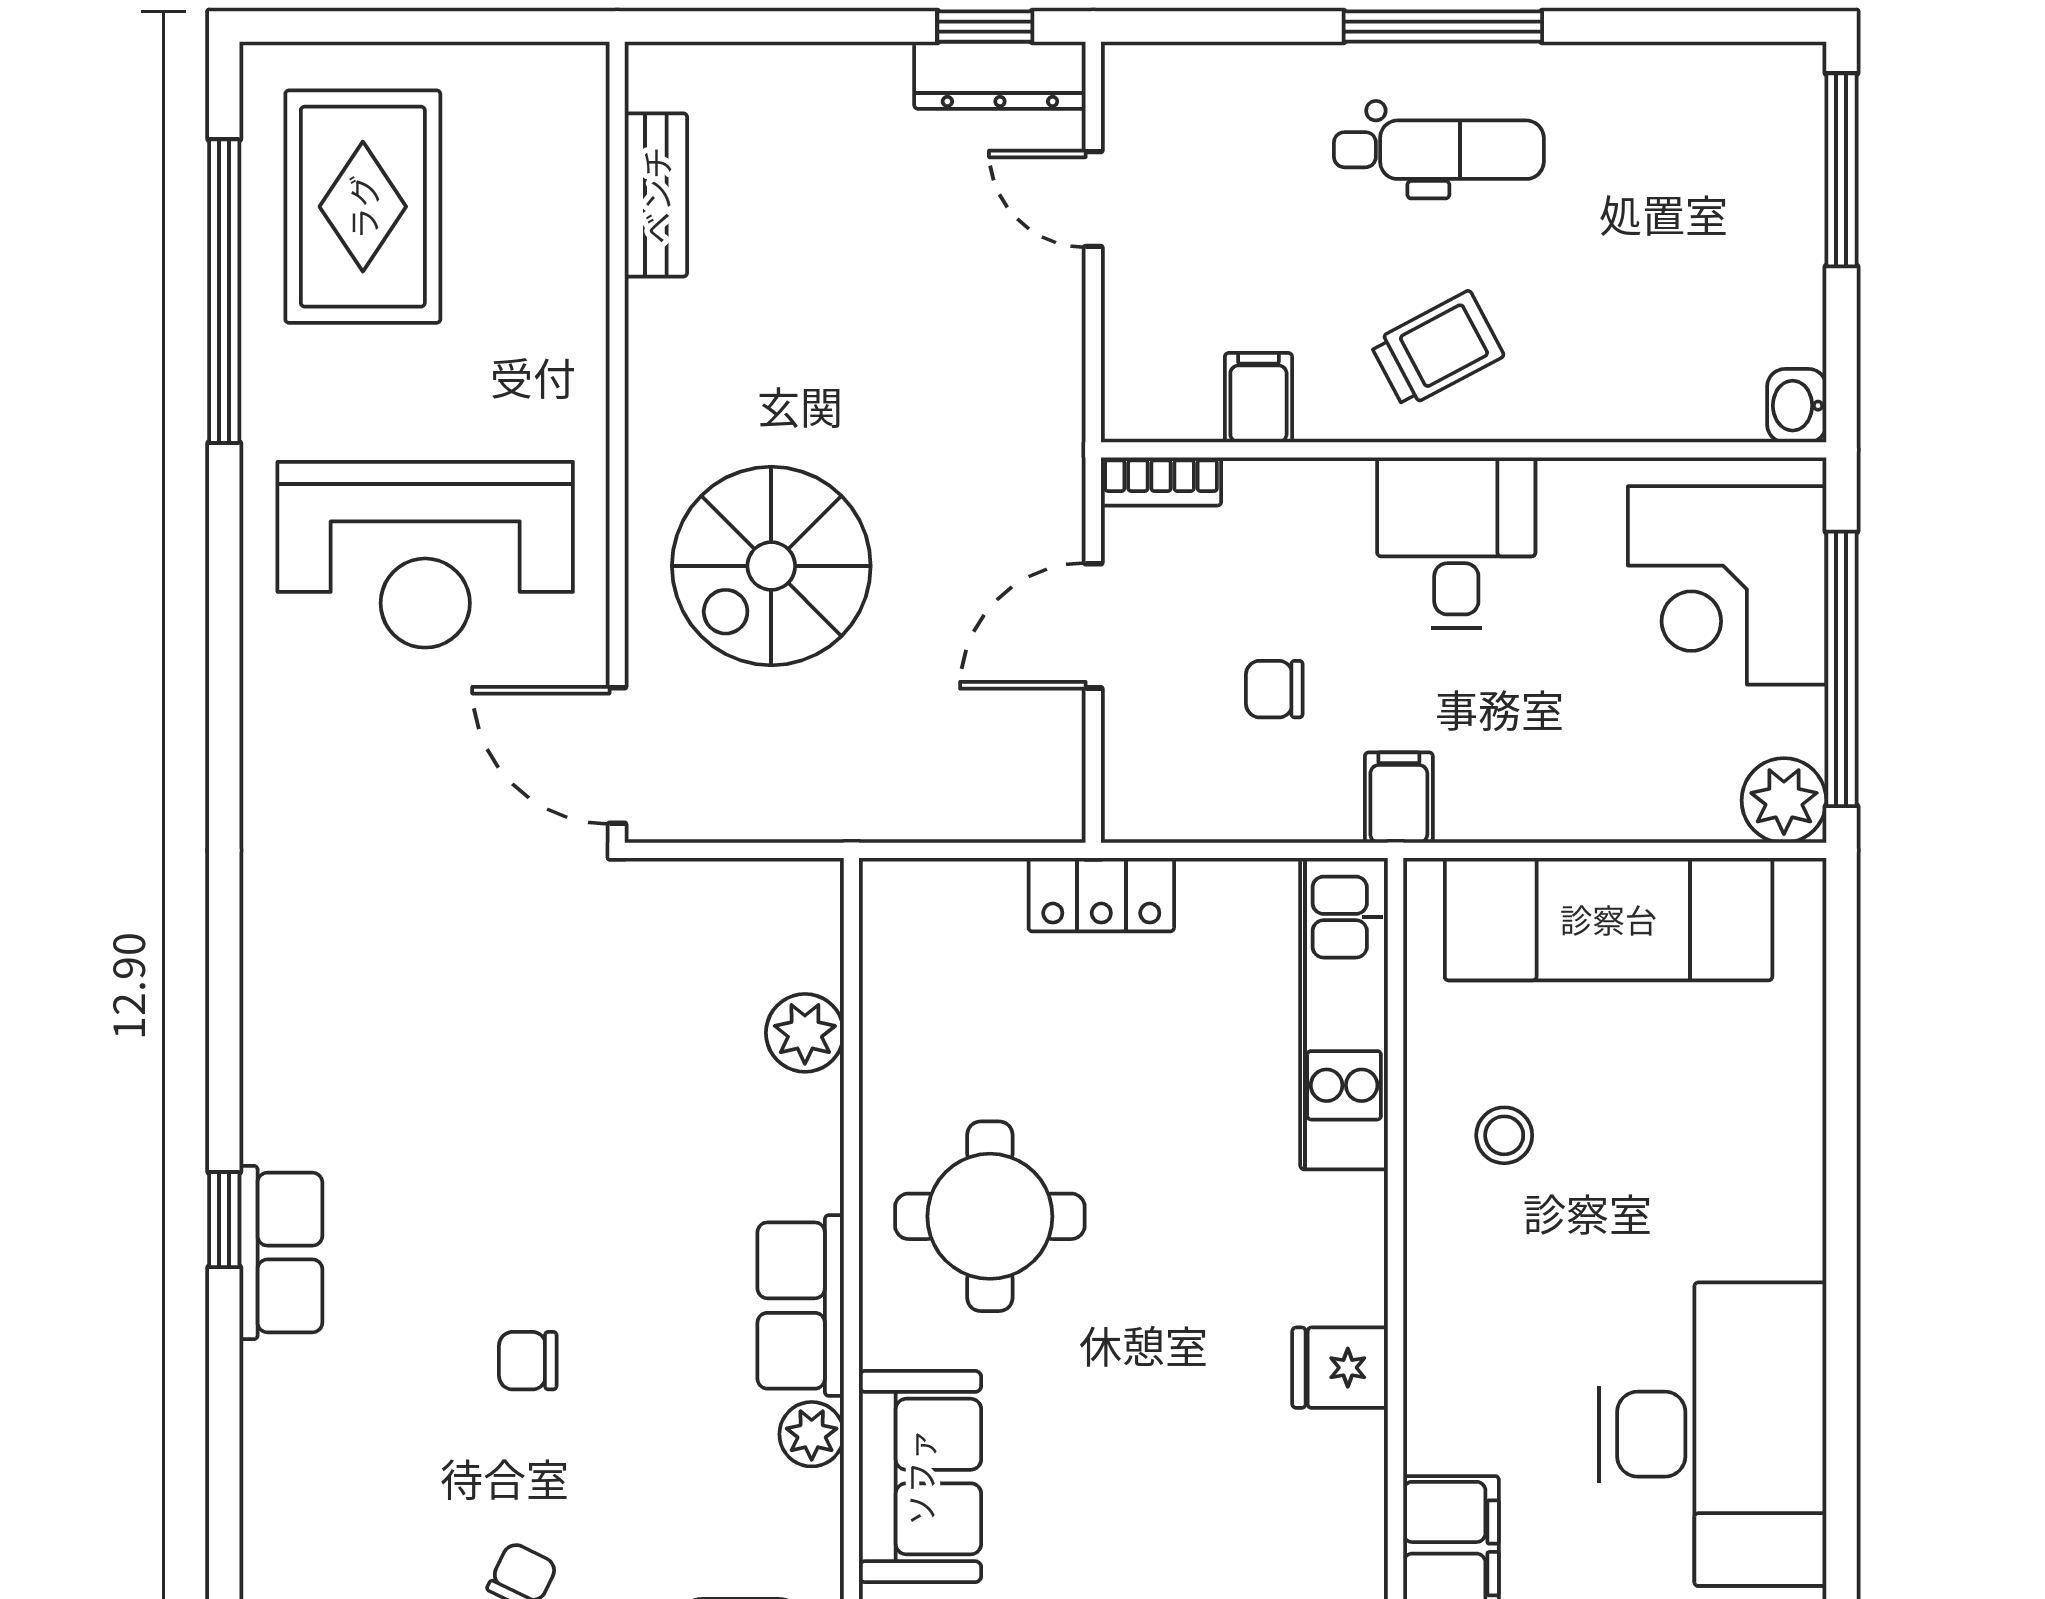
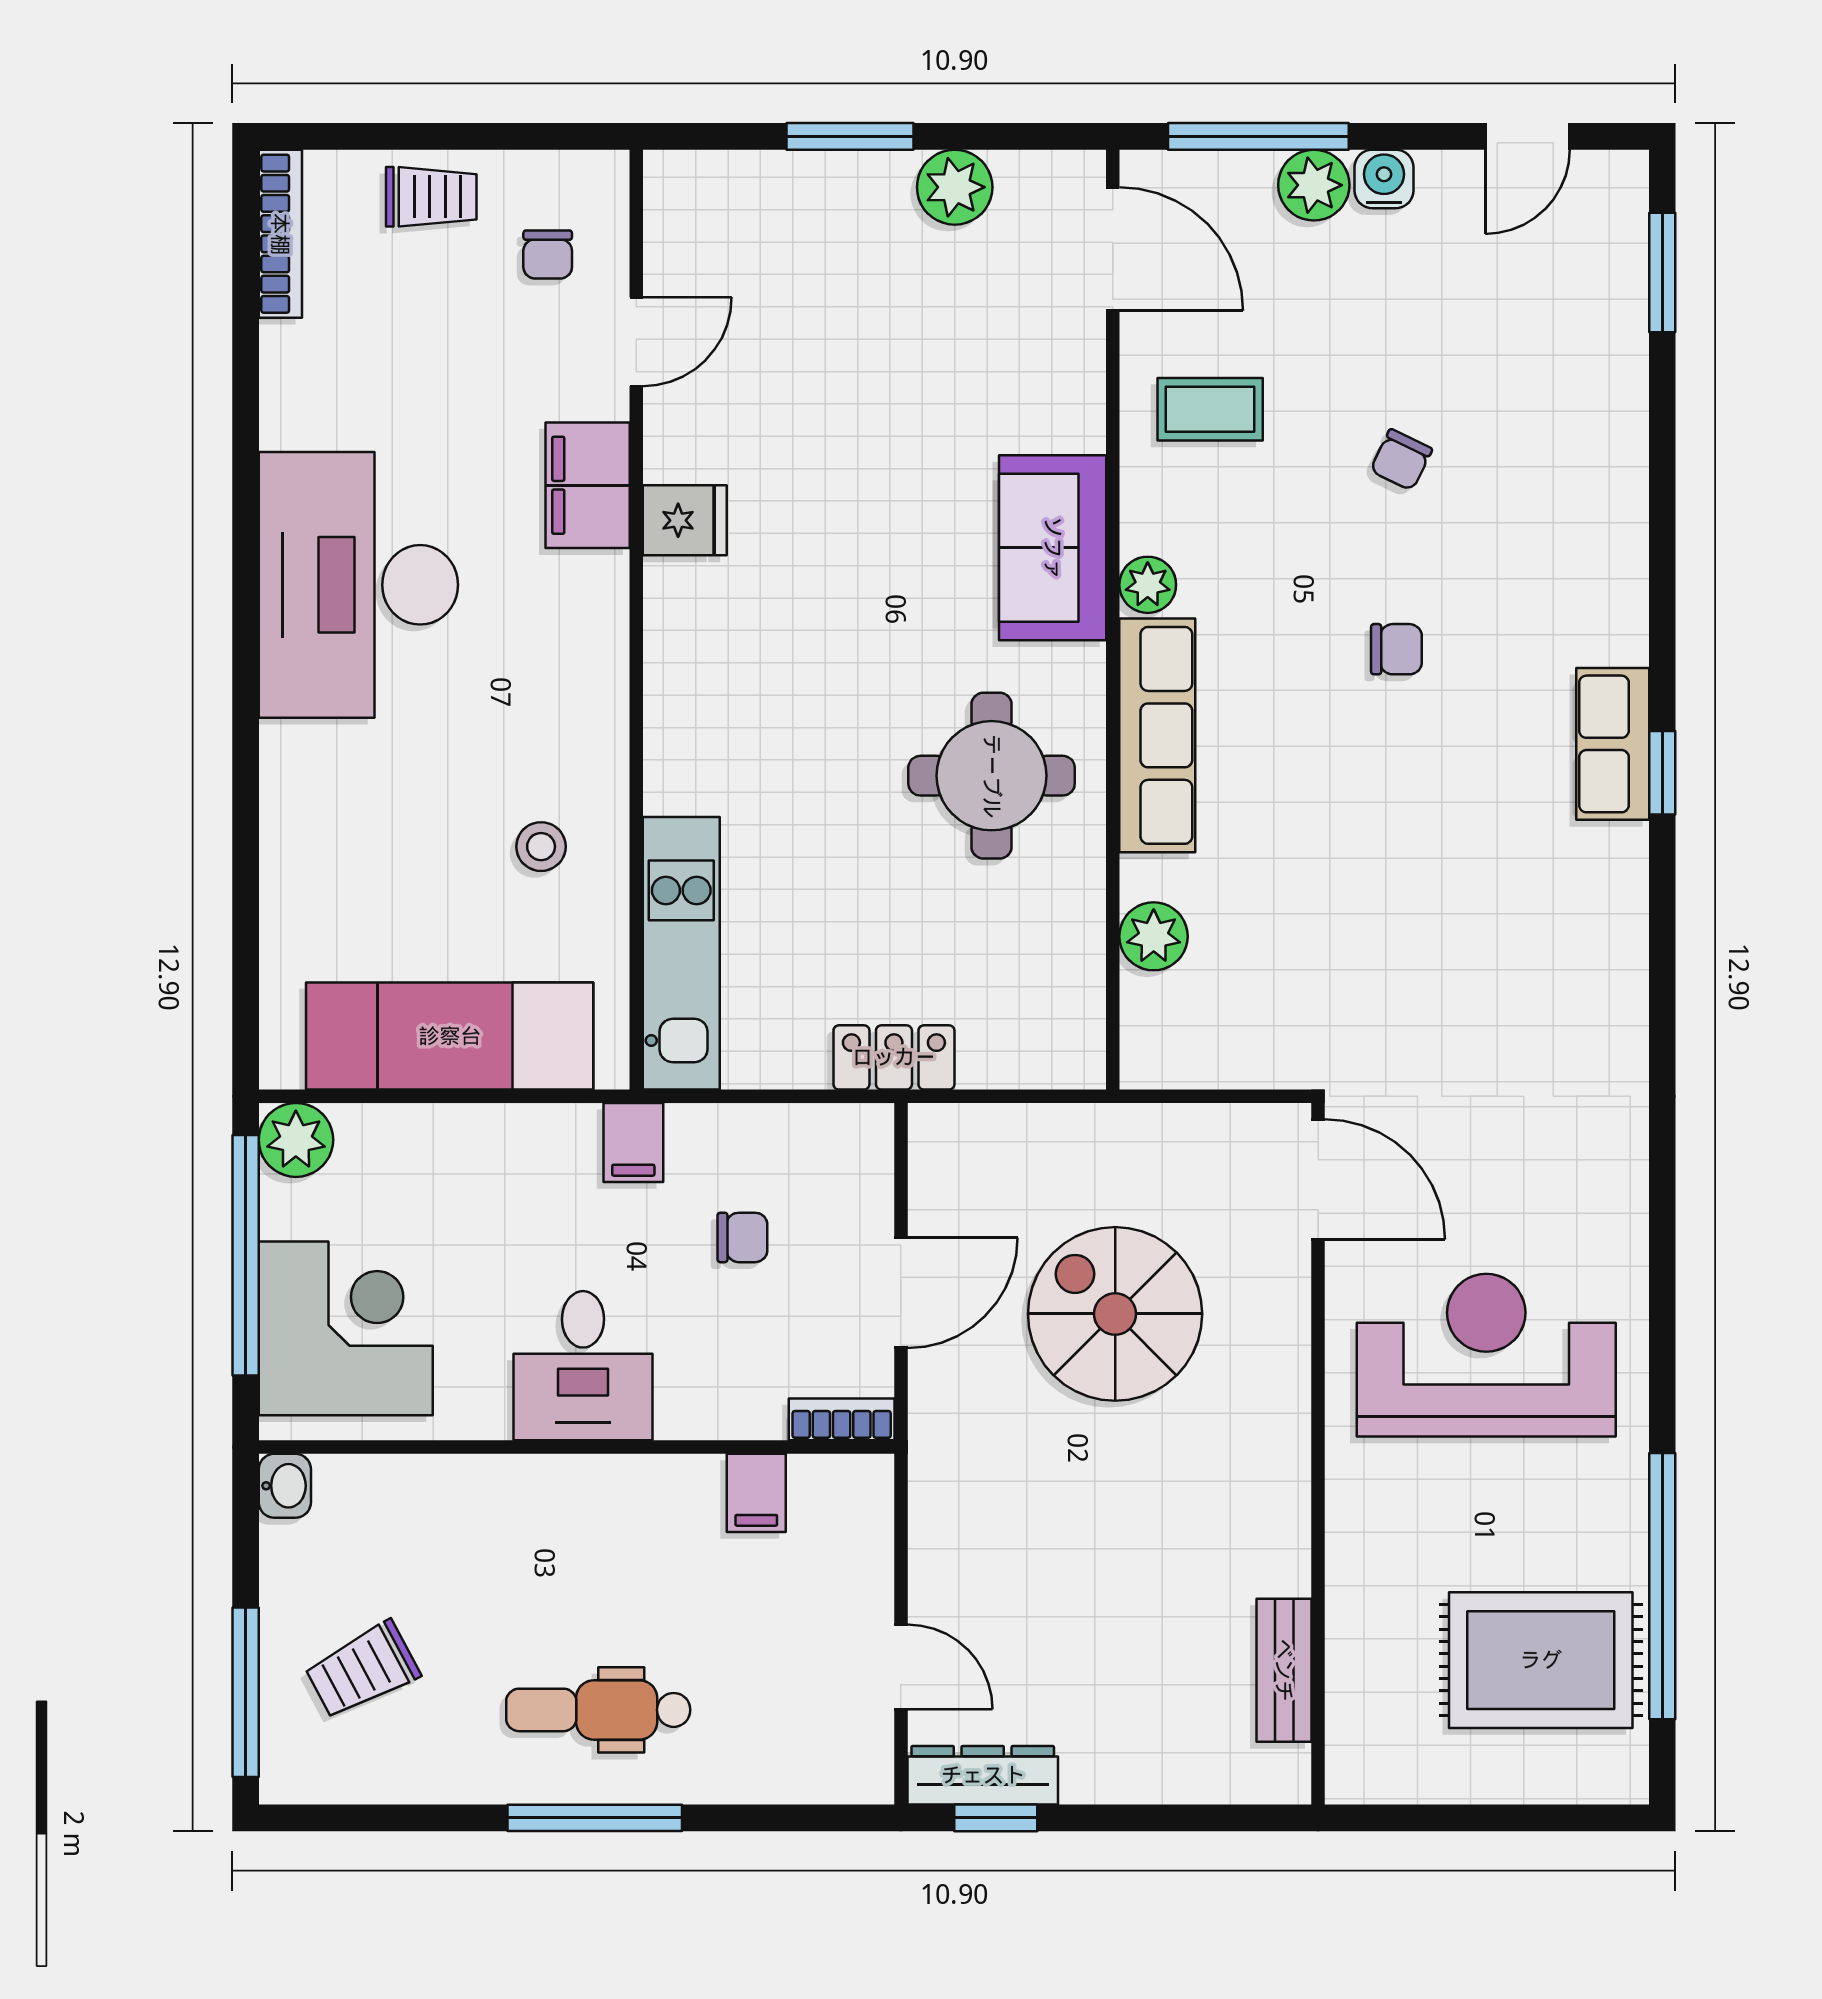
rug: (363, 207) -> (1541, 1660), turned 90
trolley: (1437, 349) -> (362, 1670), moved
spiral stairs: (771, 566) -> (1115, 1314), moved, turned -90
row of seats: (801, 1306) -> (1157, 735), width x1.48
fridge: (1340, 1368) -> (685, 520), moved

